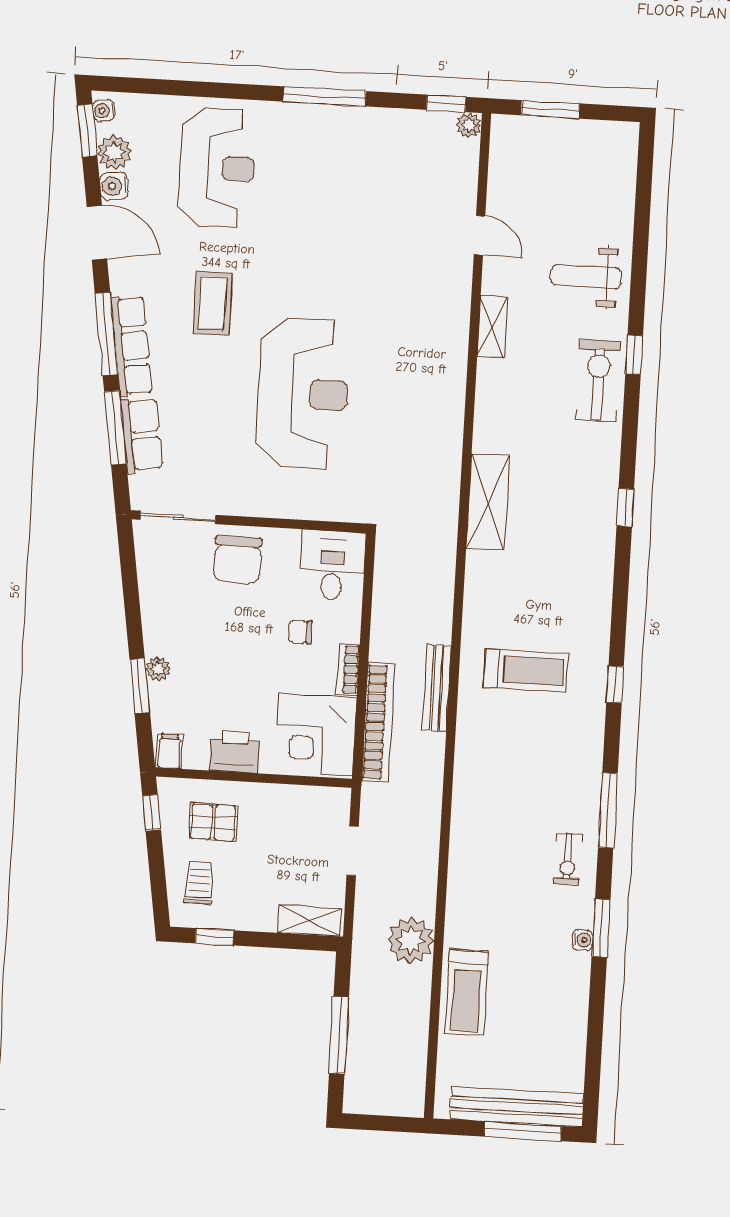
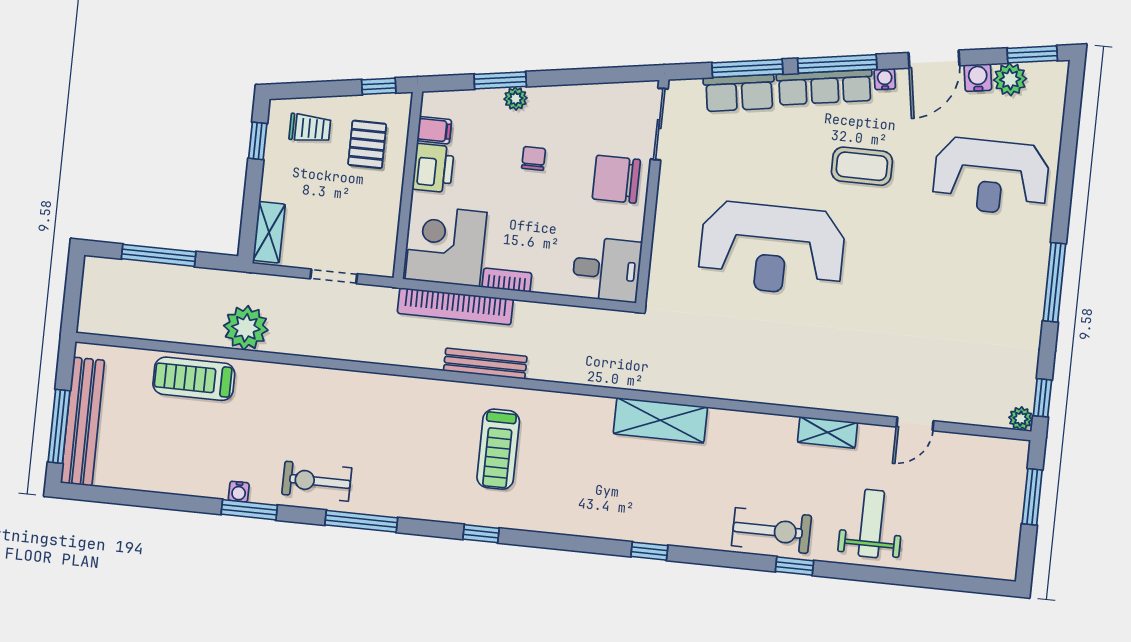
water cooler: (104, 111) -> (885, 79), moved
chair: (300, 632) -> (534, 158), moved
filing cabinet: (169, 751) -> (434, 130), moved
exercise bike: (568, 859) -> (317, 481), width x1.38, depth x1.39

